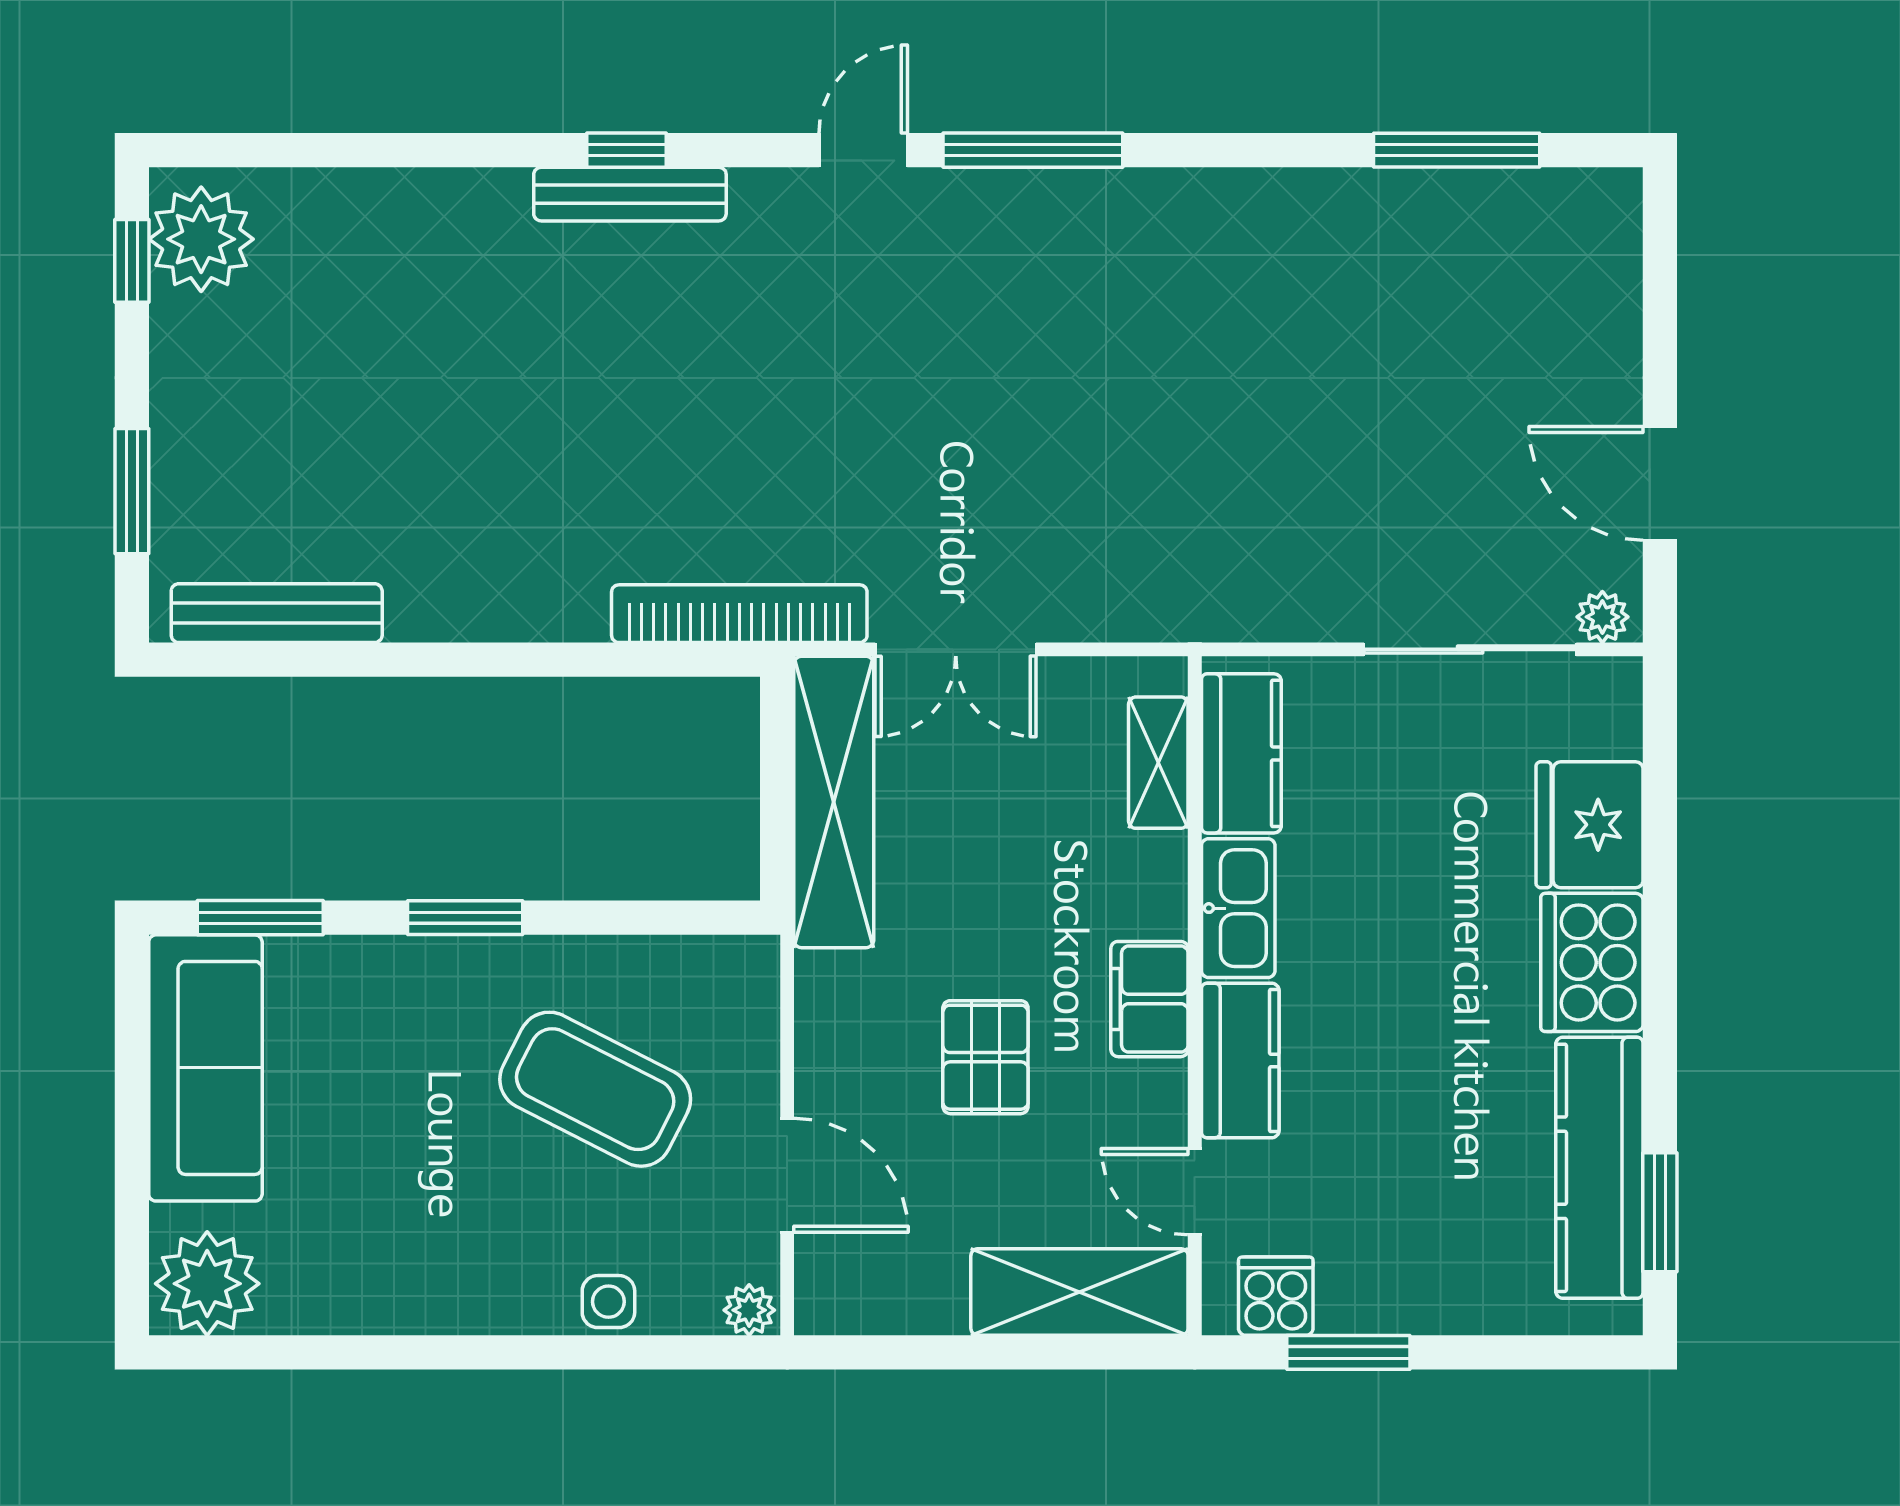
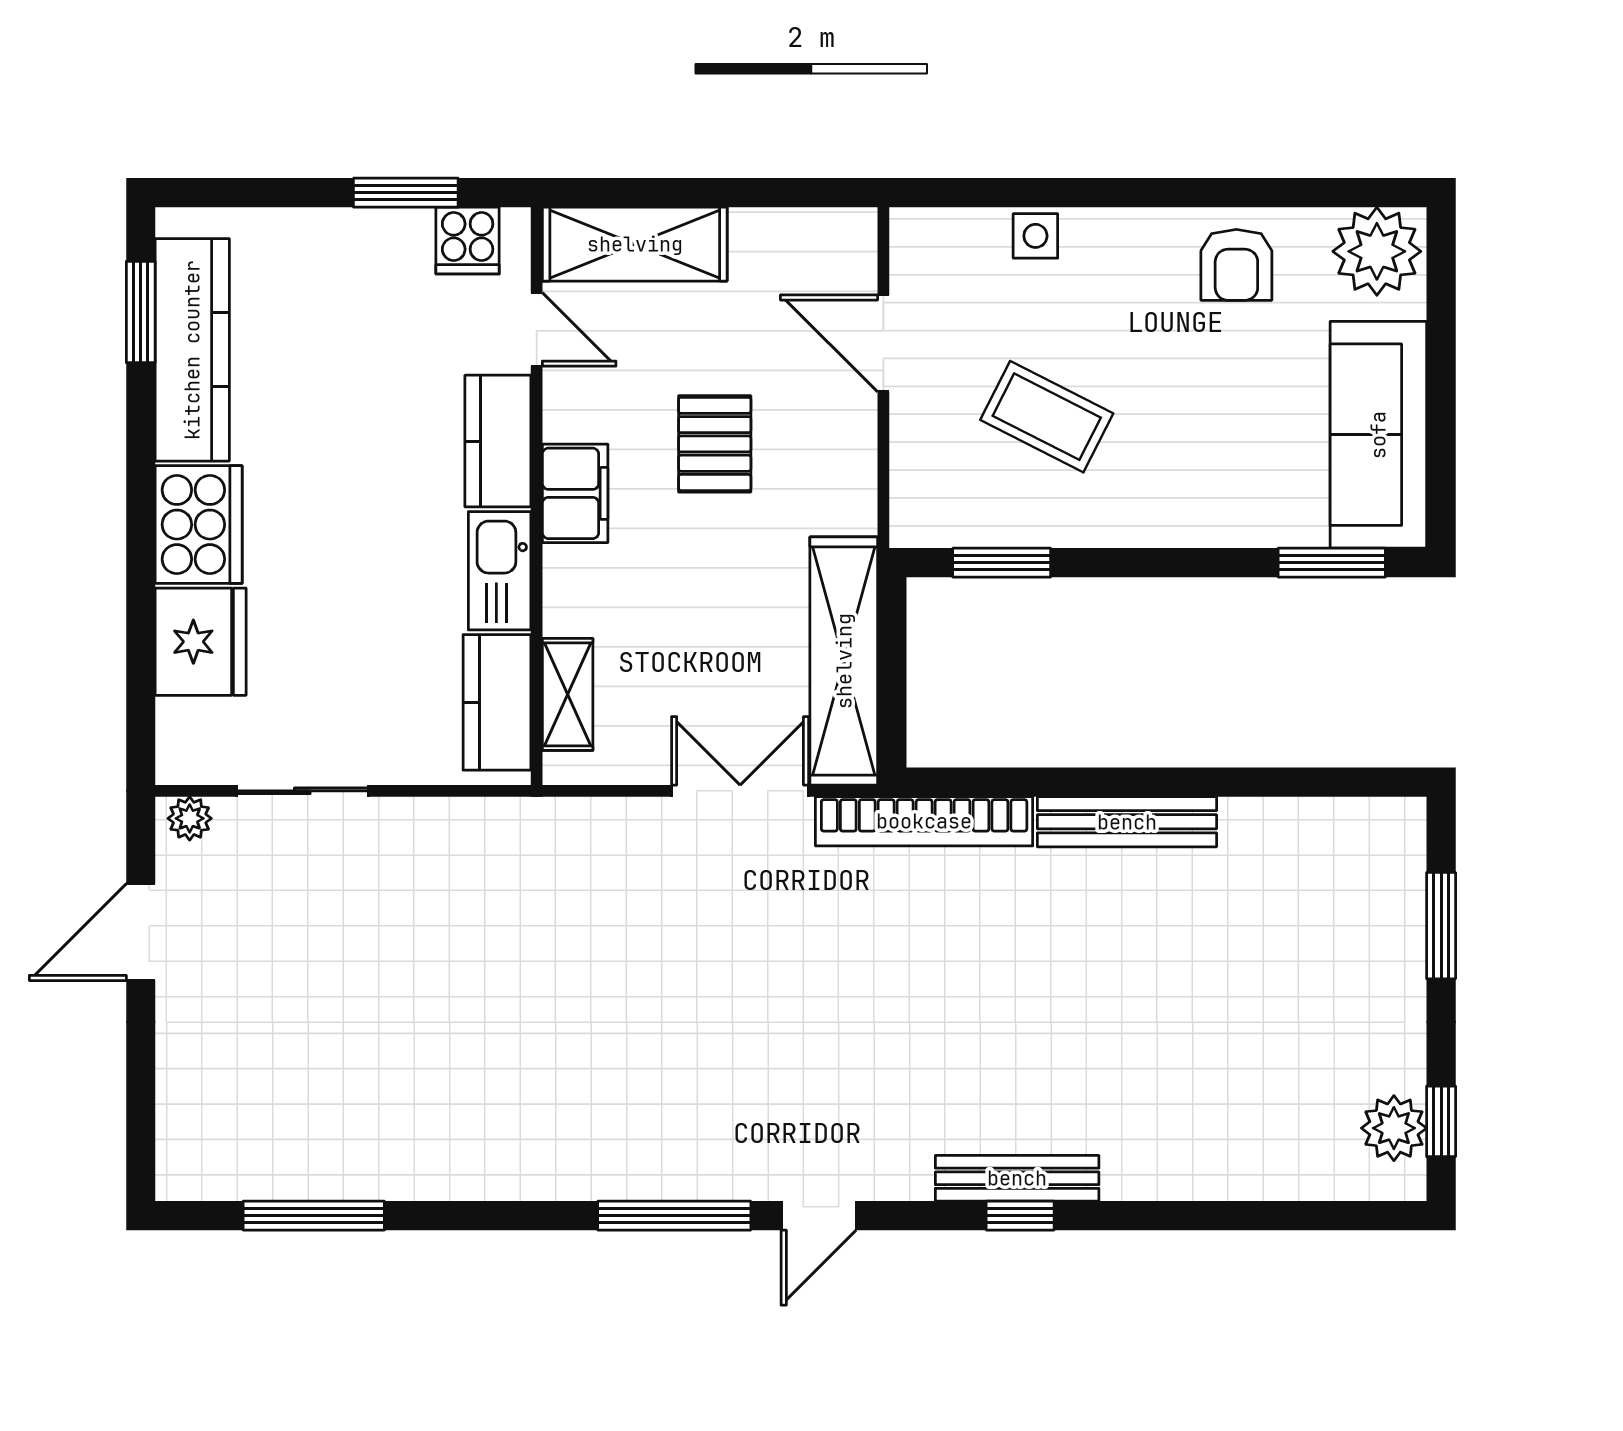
plant: (201, 239) -> (1394, 1128), width x0.73, depth x0.73
door: (1660, 483) -> (141, 932), swing flipped
bench: (277, 613) -> (1127, 822), moved
sliding door: (1470, 649) -> (302, 791), width x0.73
window: (465, 918) -> (1002, 563), moved
coffee table: (595, 1089) -> (1047, 417), width x0.73, depth x0.76
armchair: (372, 1268) -> (1236, 265), added
plant: (749, 1310) -> (916, 229), removed

